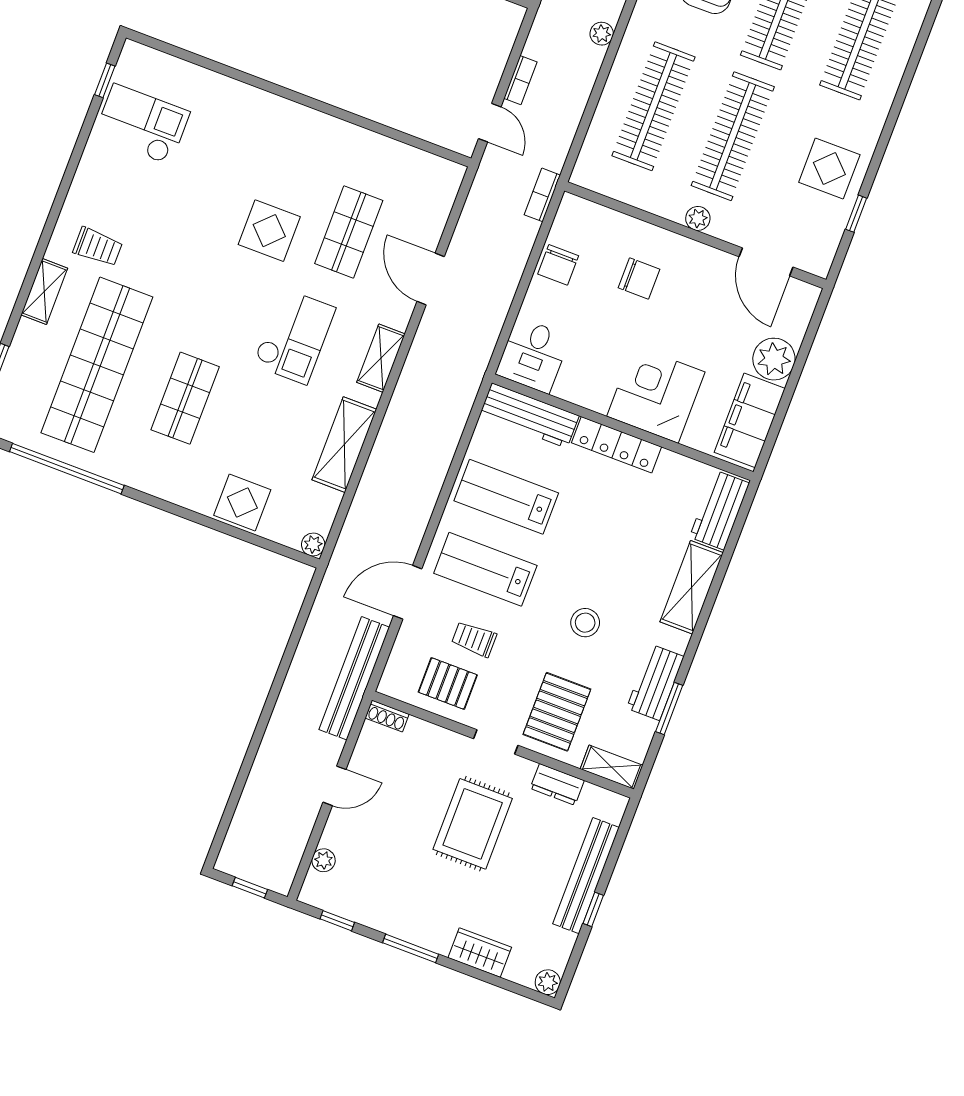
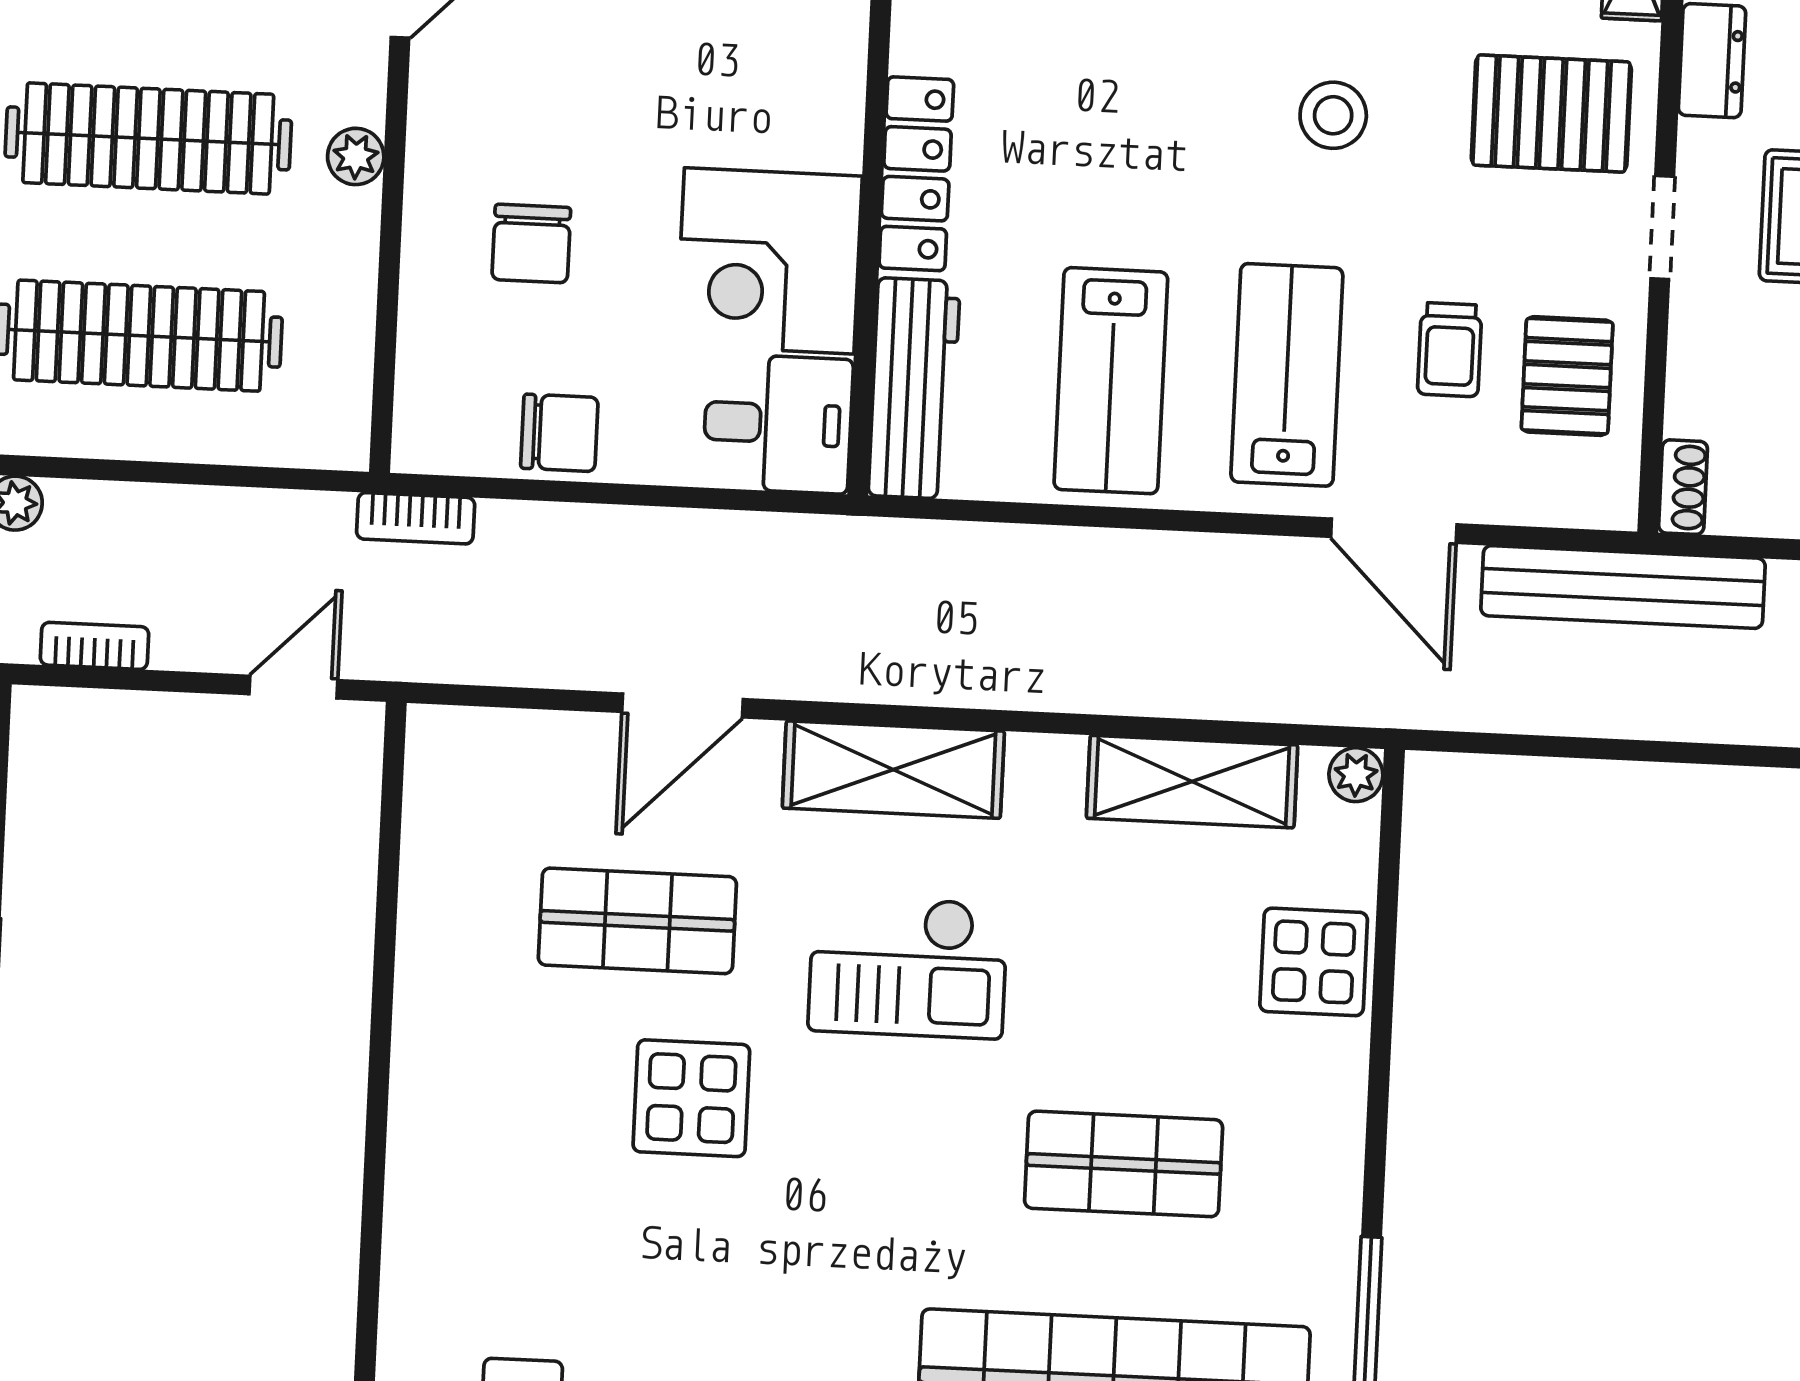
bookcase: (520, 80) -> (95, 646), moved
chair: (639, 279) -> (531, 244), turned 180
checkout: (294, 336) -> (908, 967), turned 180
shelving: (381, 358) -> (893, 770), width x1.50, depth x1.33
corner desk: (656, 394) -> (769, 261), moved
shelving: (344, 445) -> (1192, 782), moved
lab bench: (485, 569) -> (1287, 375), turned 180

